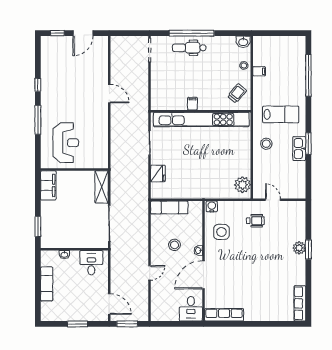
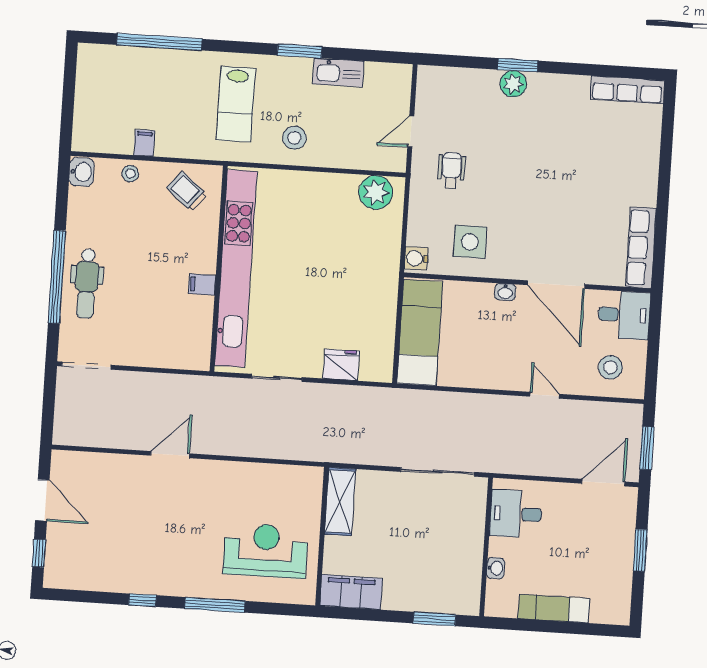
lab bench: (281, 114) -> (236, 104), turned 180
kitchen sink: (299, 149) -> (338, 73), moved
shelving: (102, 187) -> (340, 502), moved, turned 90
exam couch: (169, 207) -> (420, 333), width x1.36, depth x1.45
stool: (174, 245) -> (610, 367), moved

